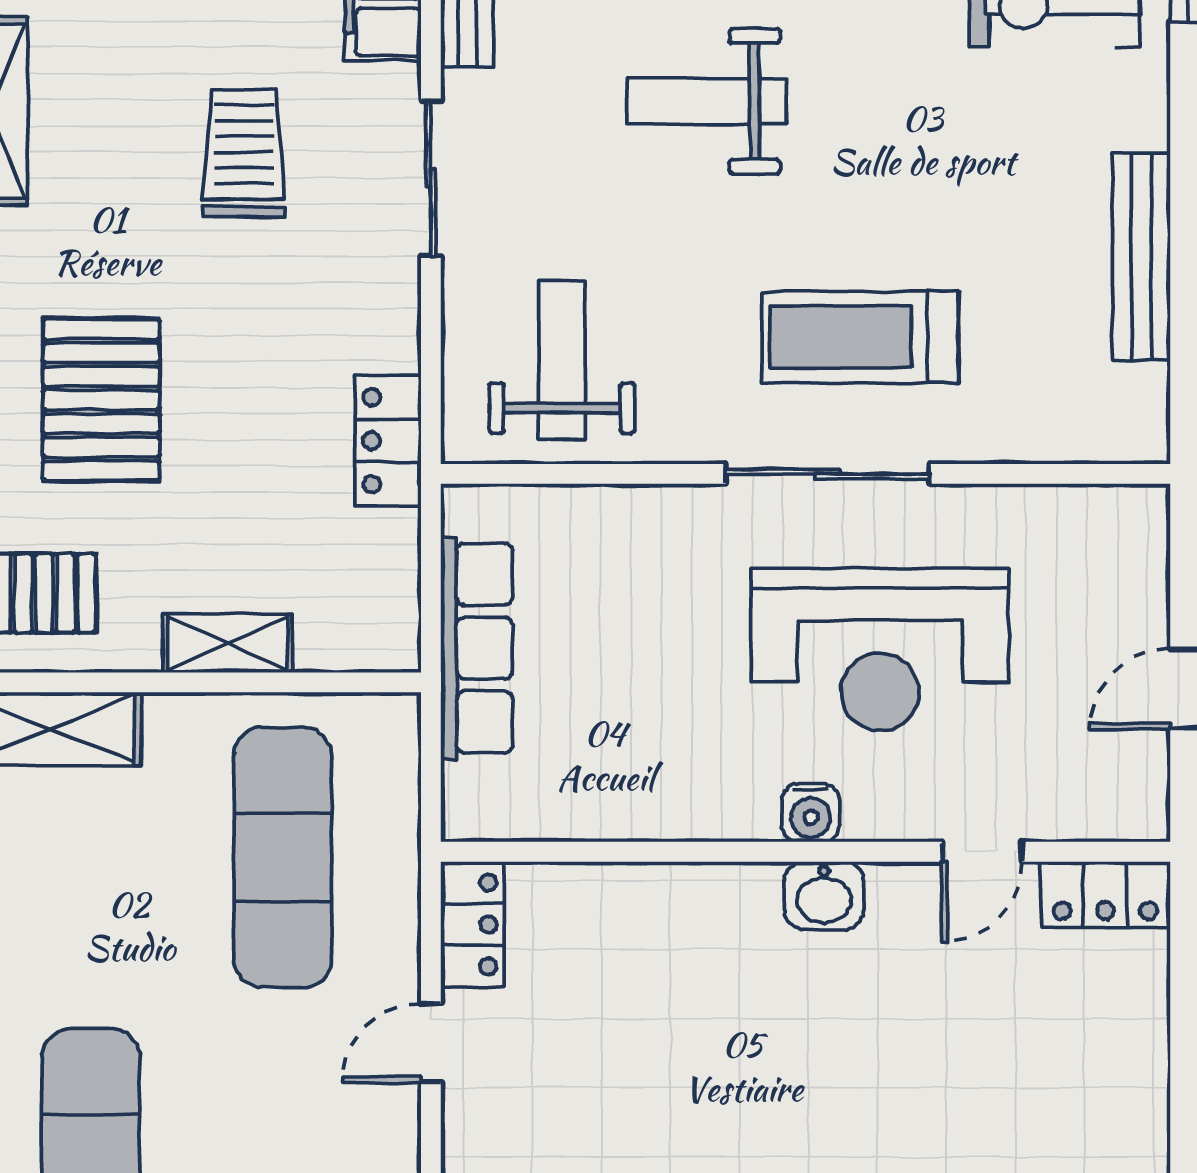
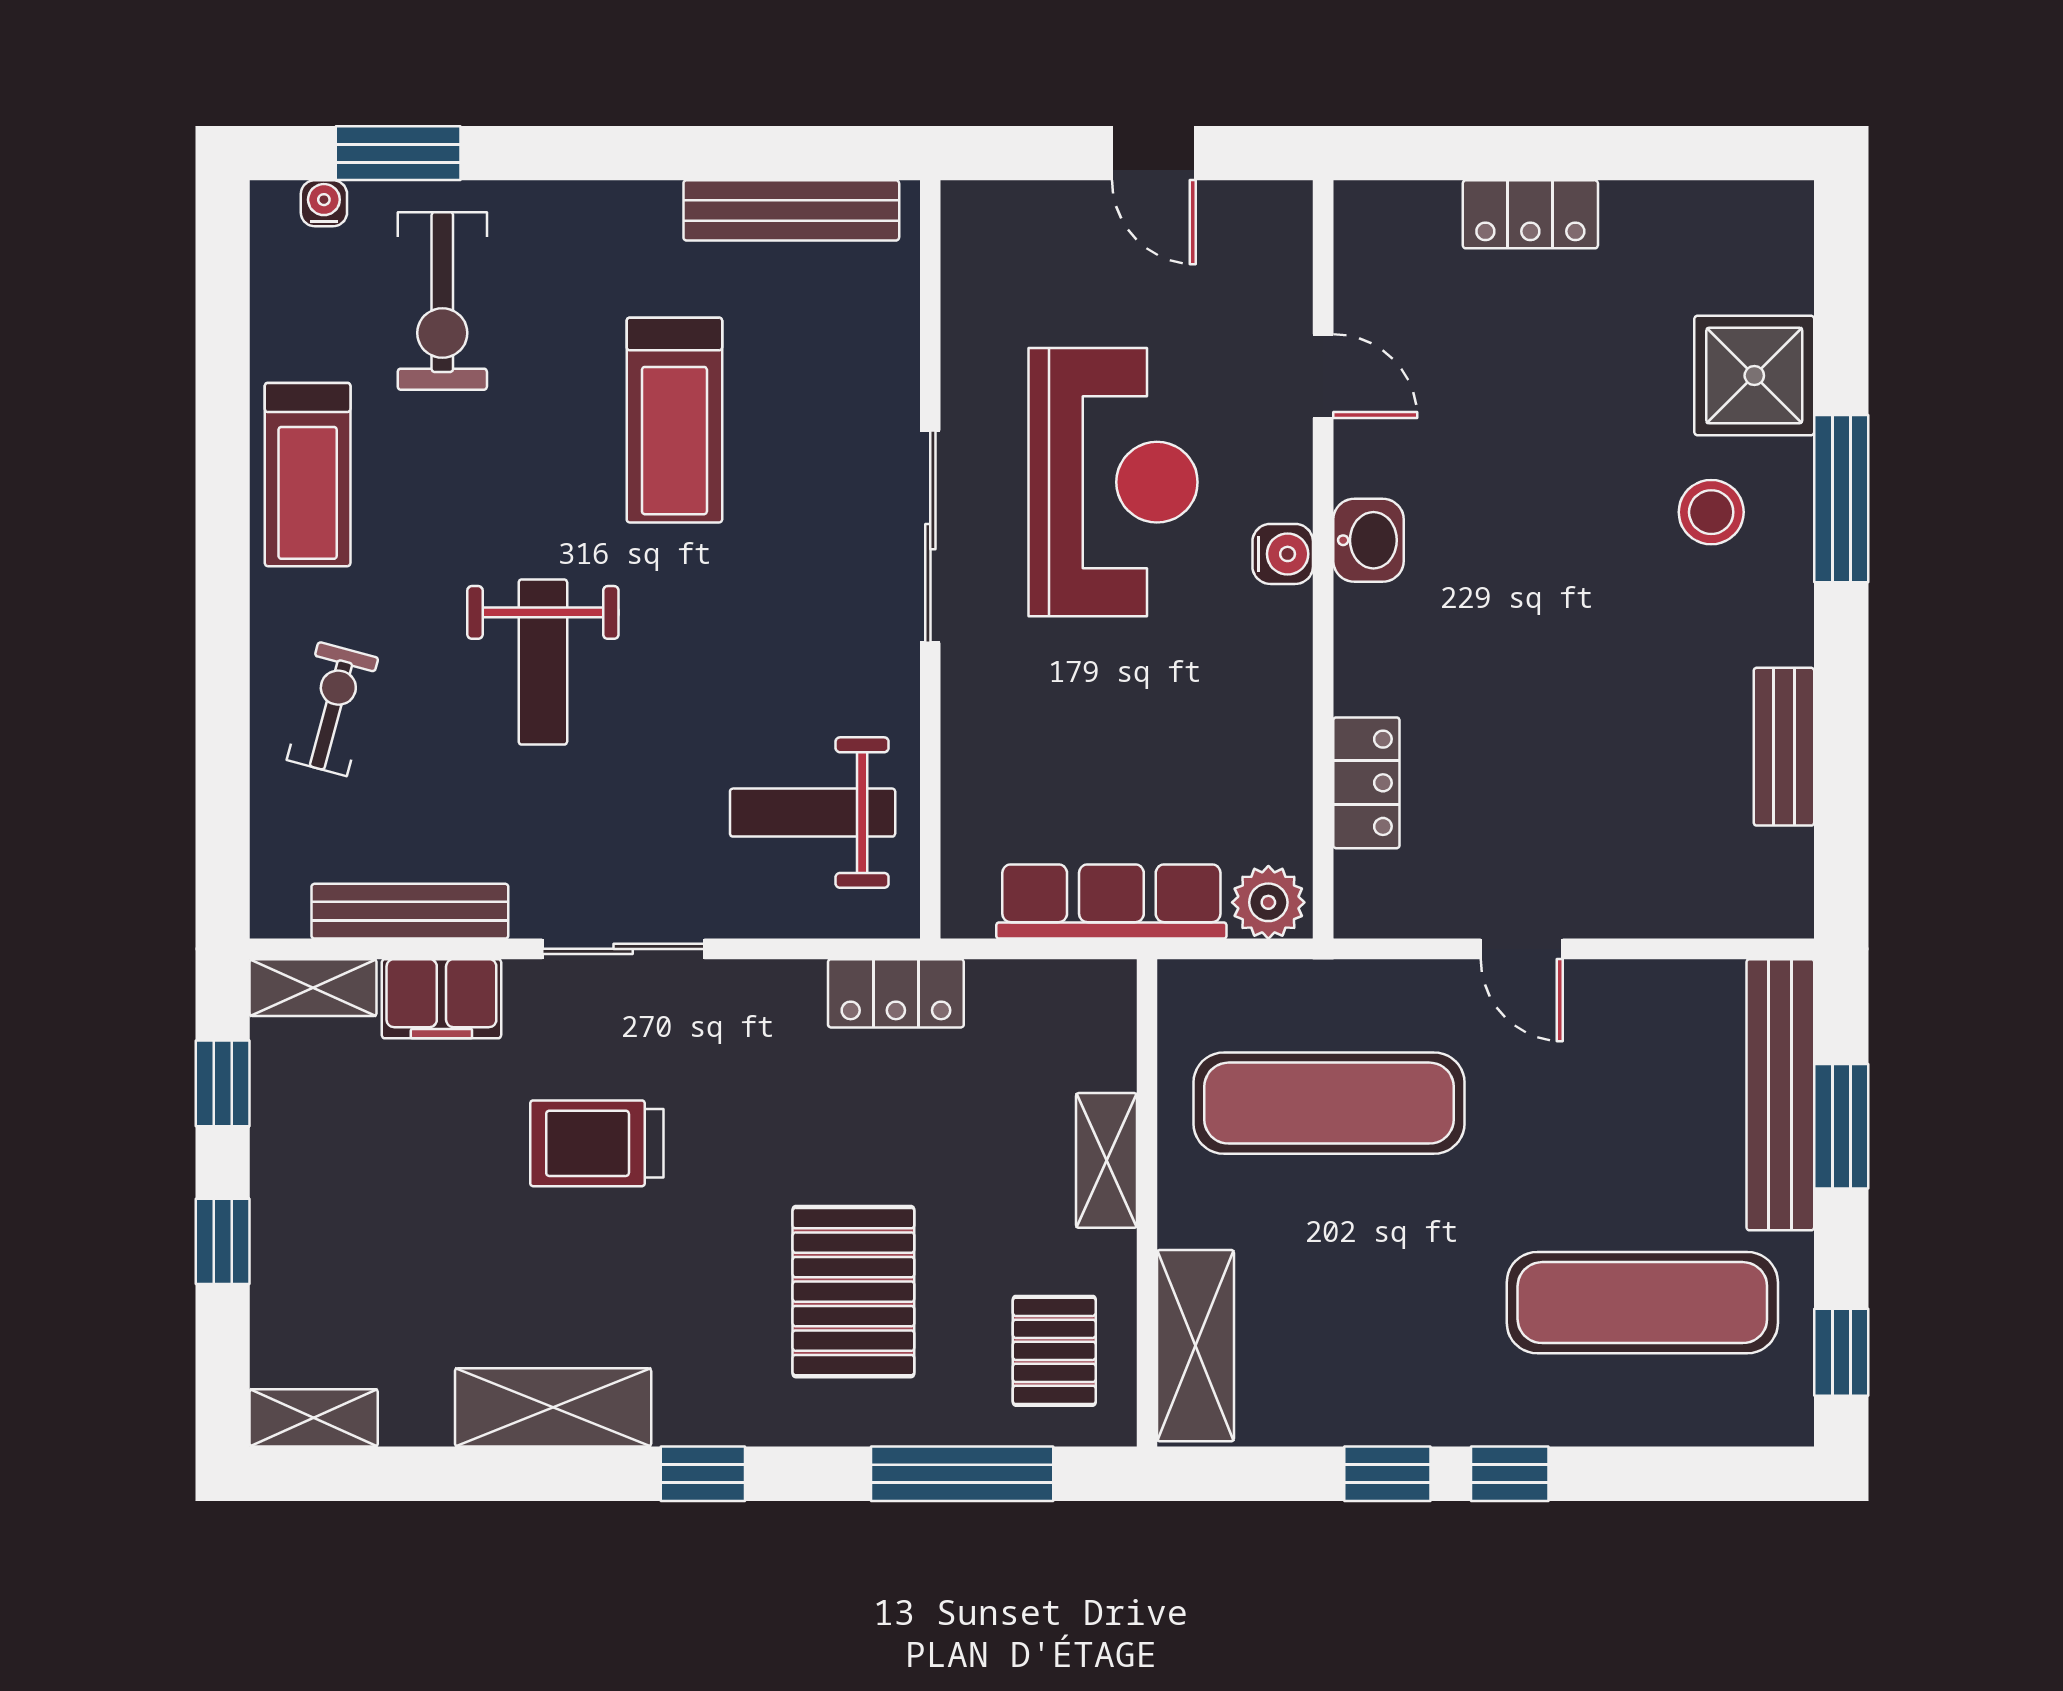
bench: (1141, 257) -> (791, 210), moved
treadmill: (860, 337) -> (674, 420), moved
pallet: (101, 400) -> (853, 1292), turned 90
plant: (476, 799) -> (1268, 902), added
locker: (1105, 894) -> (1530, 214), moved, turned 90
locker: (473, 925) -> (1366, 783), moved, turned 90

